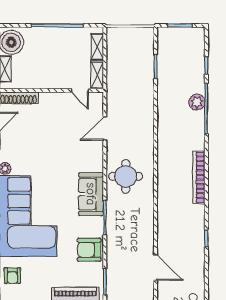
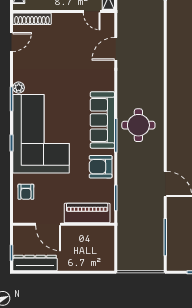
round table: (126, 176) -> (138, 125), moved
sofa: (91, 194) -> (102, 120), width x1.36

